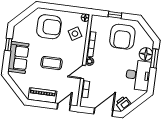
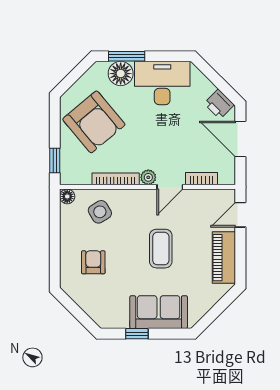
window: (115, 15) -> (55, 161), moved
armchair: (49, 27) -> (93, 262), width x0.53, depth x0.53
armchair: (122, 37) -> (94, 122), turned 50
door: (83, 72) -> (170, 187), hinge flipped
door: (64, 107) -> (240, 215), hinge flipped

